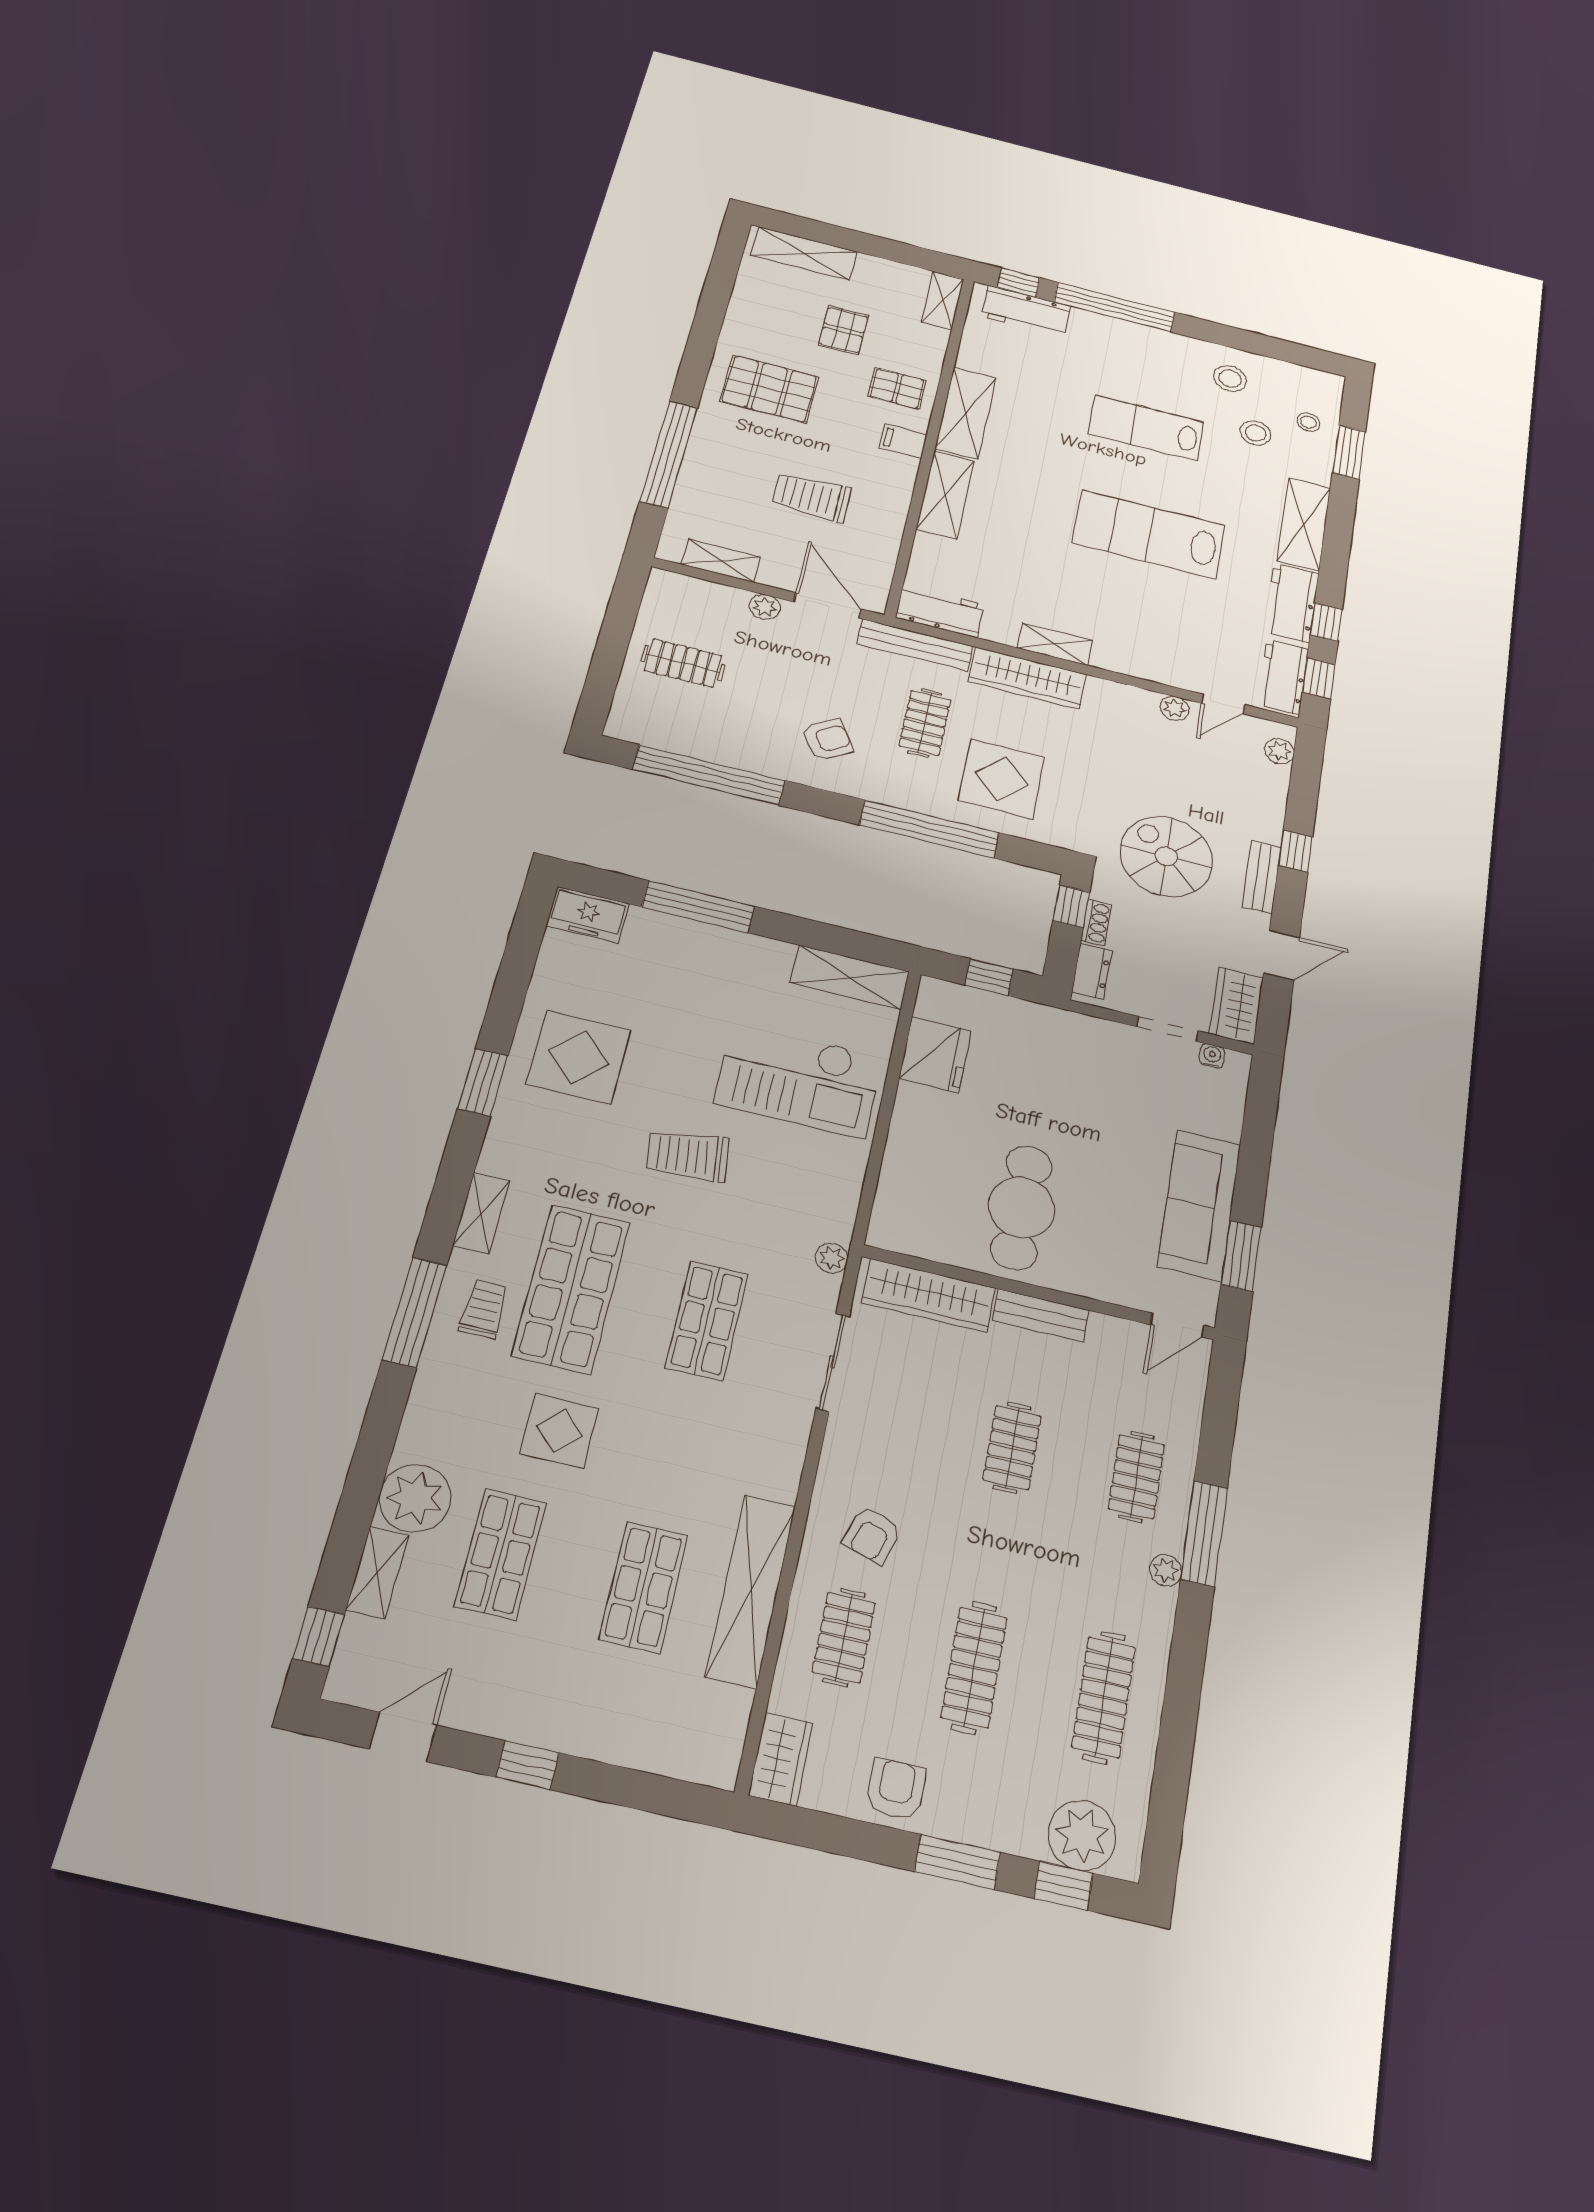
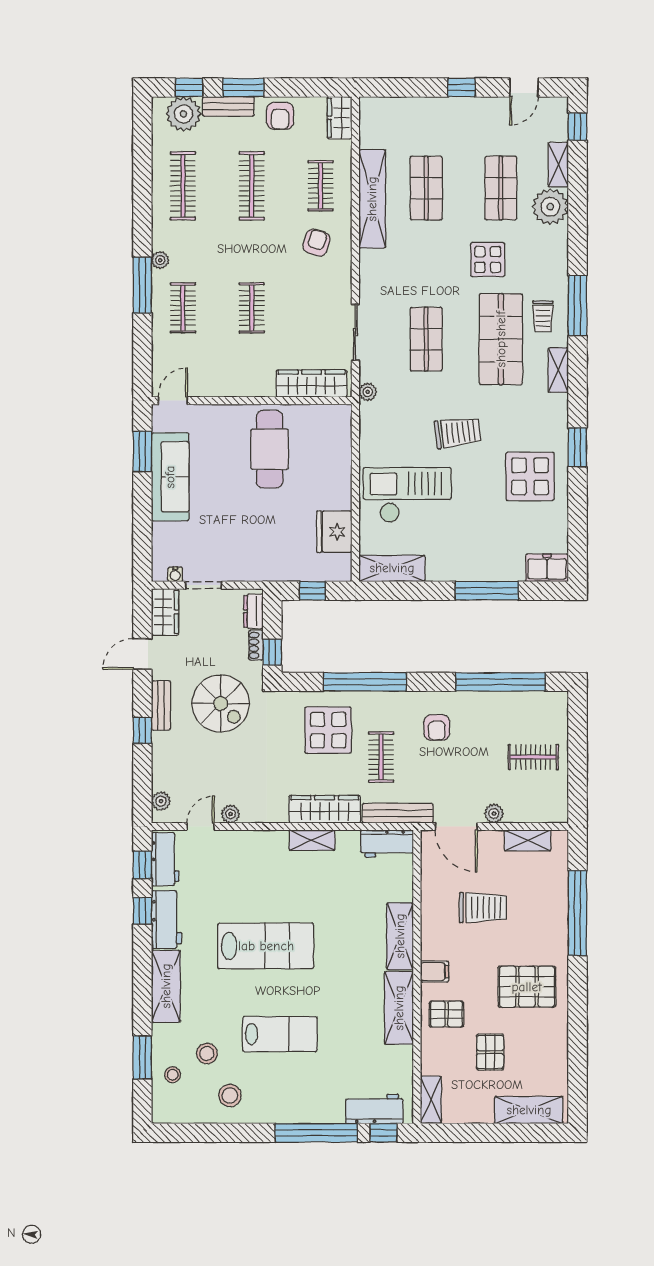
armchair: (827, 740) -> (437, 727), turned -58
bench: (1041, 1315) -> (228, 106), moved

